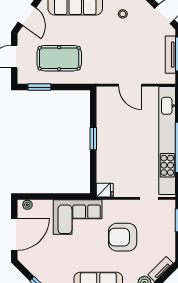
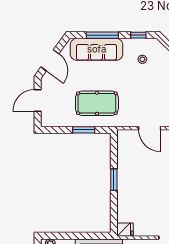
pool table: (59, 58) -> (97, 103), moved
window: (39, 87) -> (84, 130), moved

